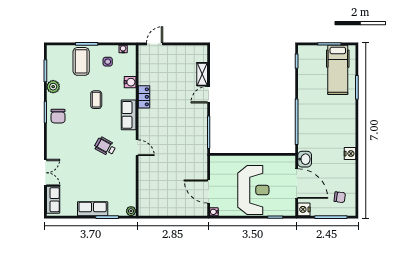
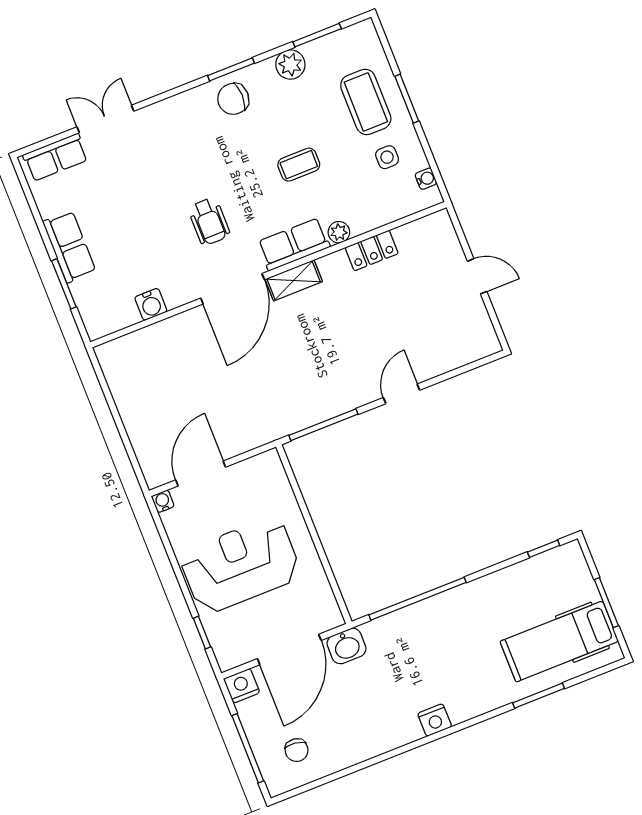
door: (155, 44) -> (477, 276), moved
coffee table: (81, 61) -> (366, 102), turned 90
shelving: (202, 74) -> (294, 280), moved
water cooler: (130, 82) -> (151, 304), moved
door: (209, 95) -> (401, 394), hinge flipped
locker: (144, 97) -> (372, 250), moved
wheelchair: (105, 146) -> (209, 221), turned 151
door: (137, 148) -> (233, 289), width x1.88
nightstand: (350, 154) -> (435, 720), moved
double door: (45, 173) -> (105, 119), swing flipped
reception desk: (253, 190) -> (240, 565), turned 180
plant: (131, 211) -> (339, 232), moved

